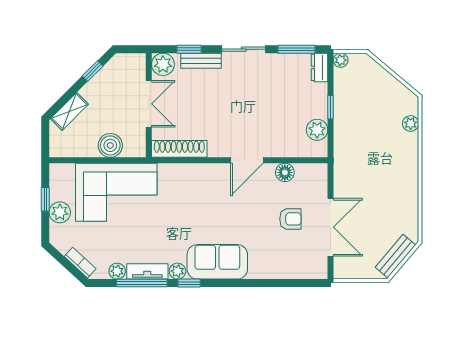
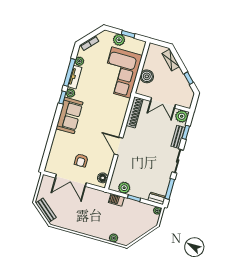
barbecue: (342, 137) -> (116, 200), added
floor lamp: (285, 172) -> (103, 178), moved

